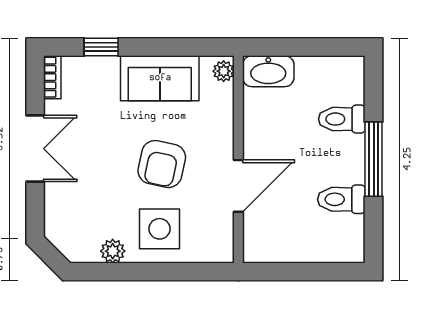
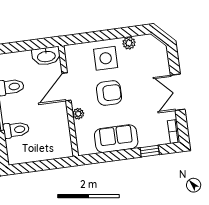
plant: (224, 71) -> (78, 114), moved
washbasin: (268, 71) -> (46, 56), moved, turned 180
armchair: (162, 164) -> (109, 93), turned 78

